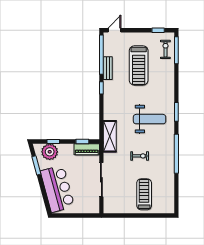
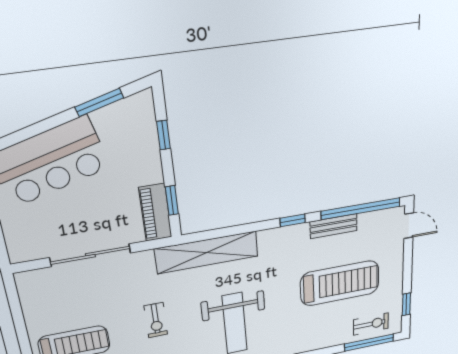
treadmill: (139, 65) -> (340, 283), turned 180
shelving: (110, 136) -> (207, 252), width x1.47
plant: (50, 152) -> (138, 130), removed

